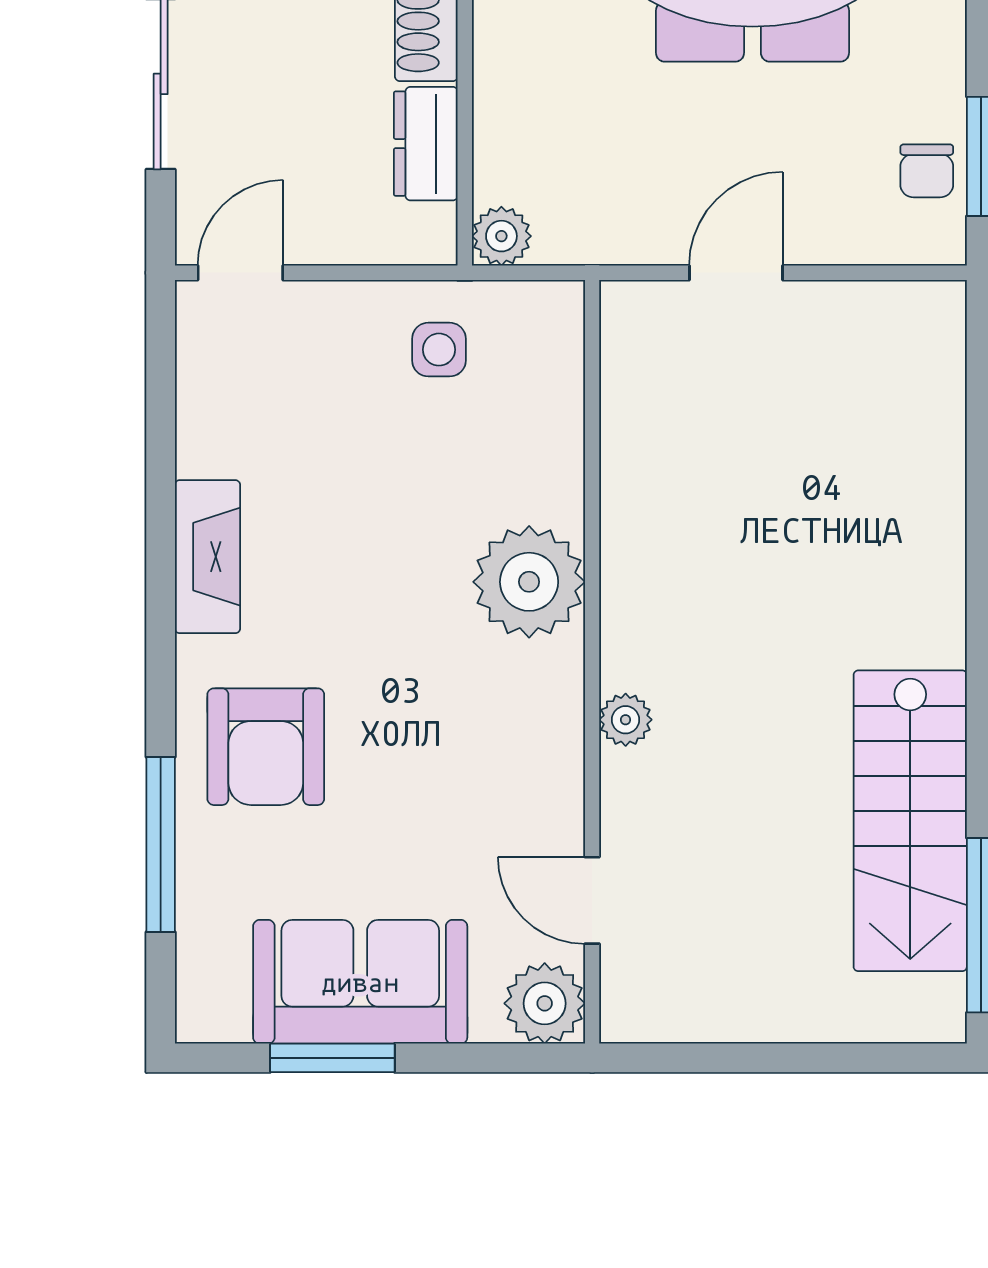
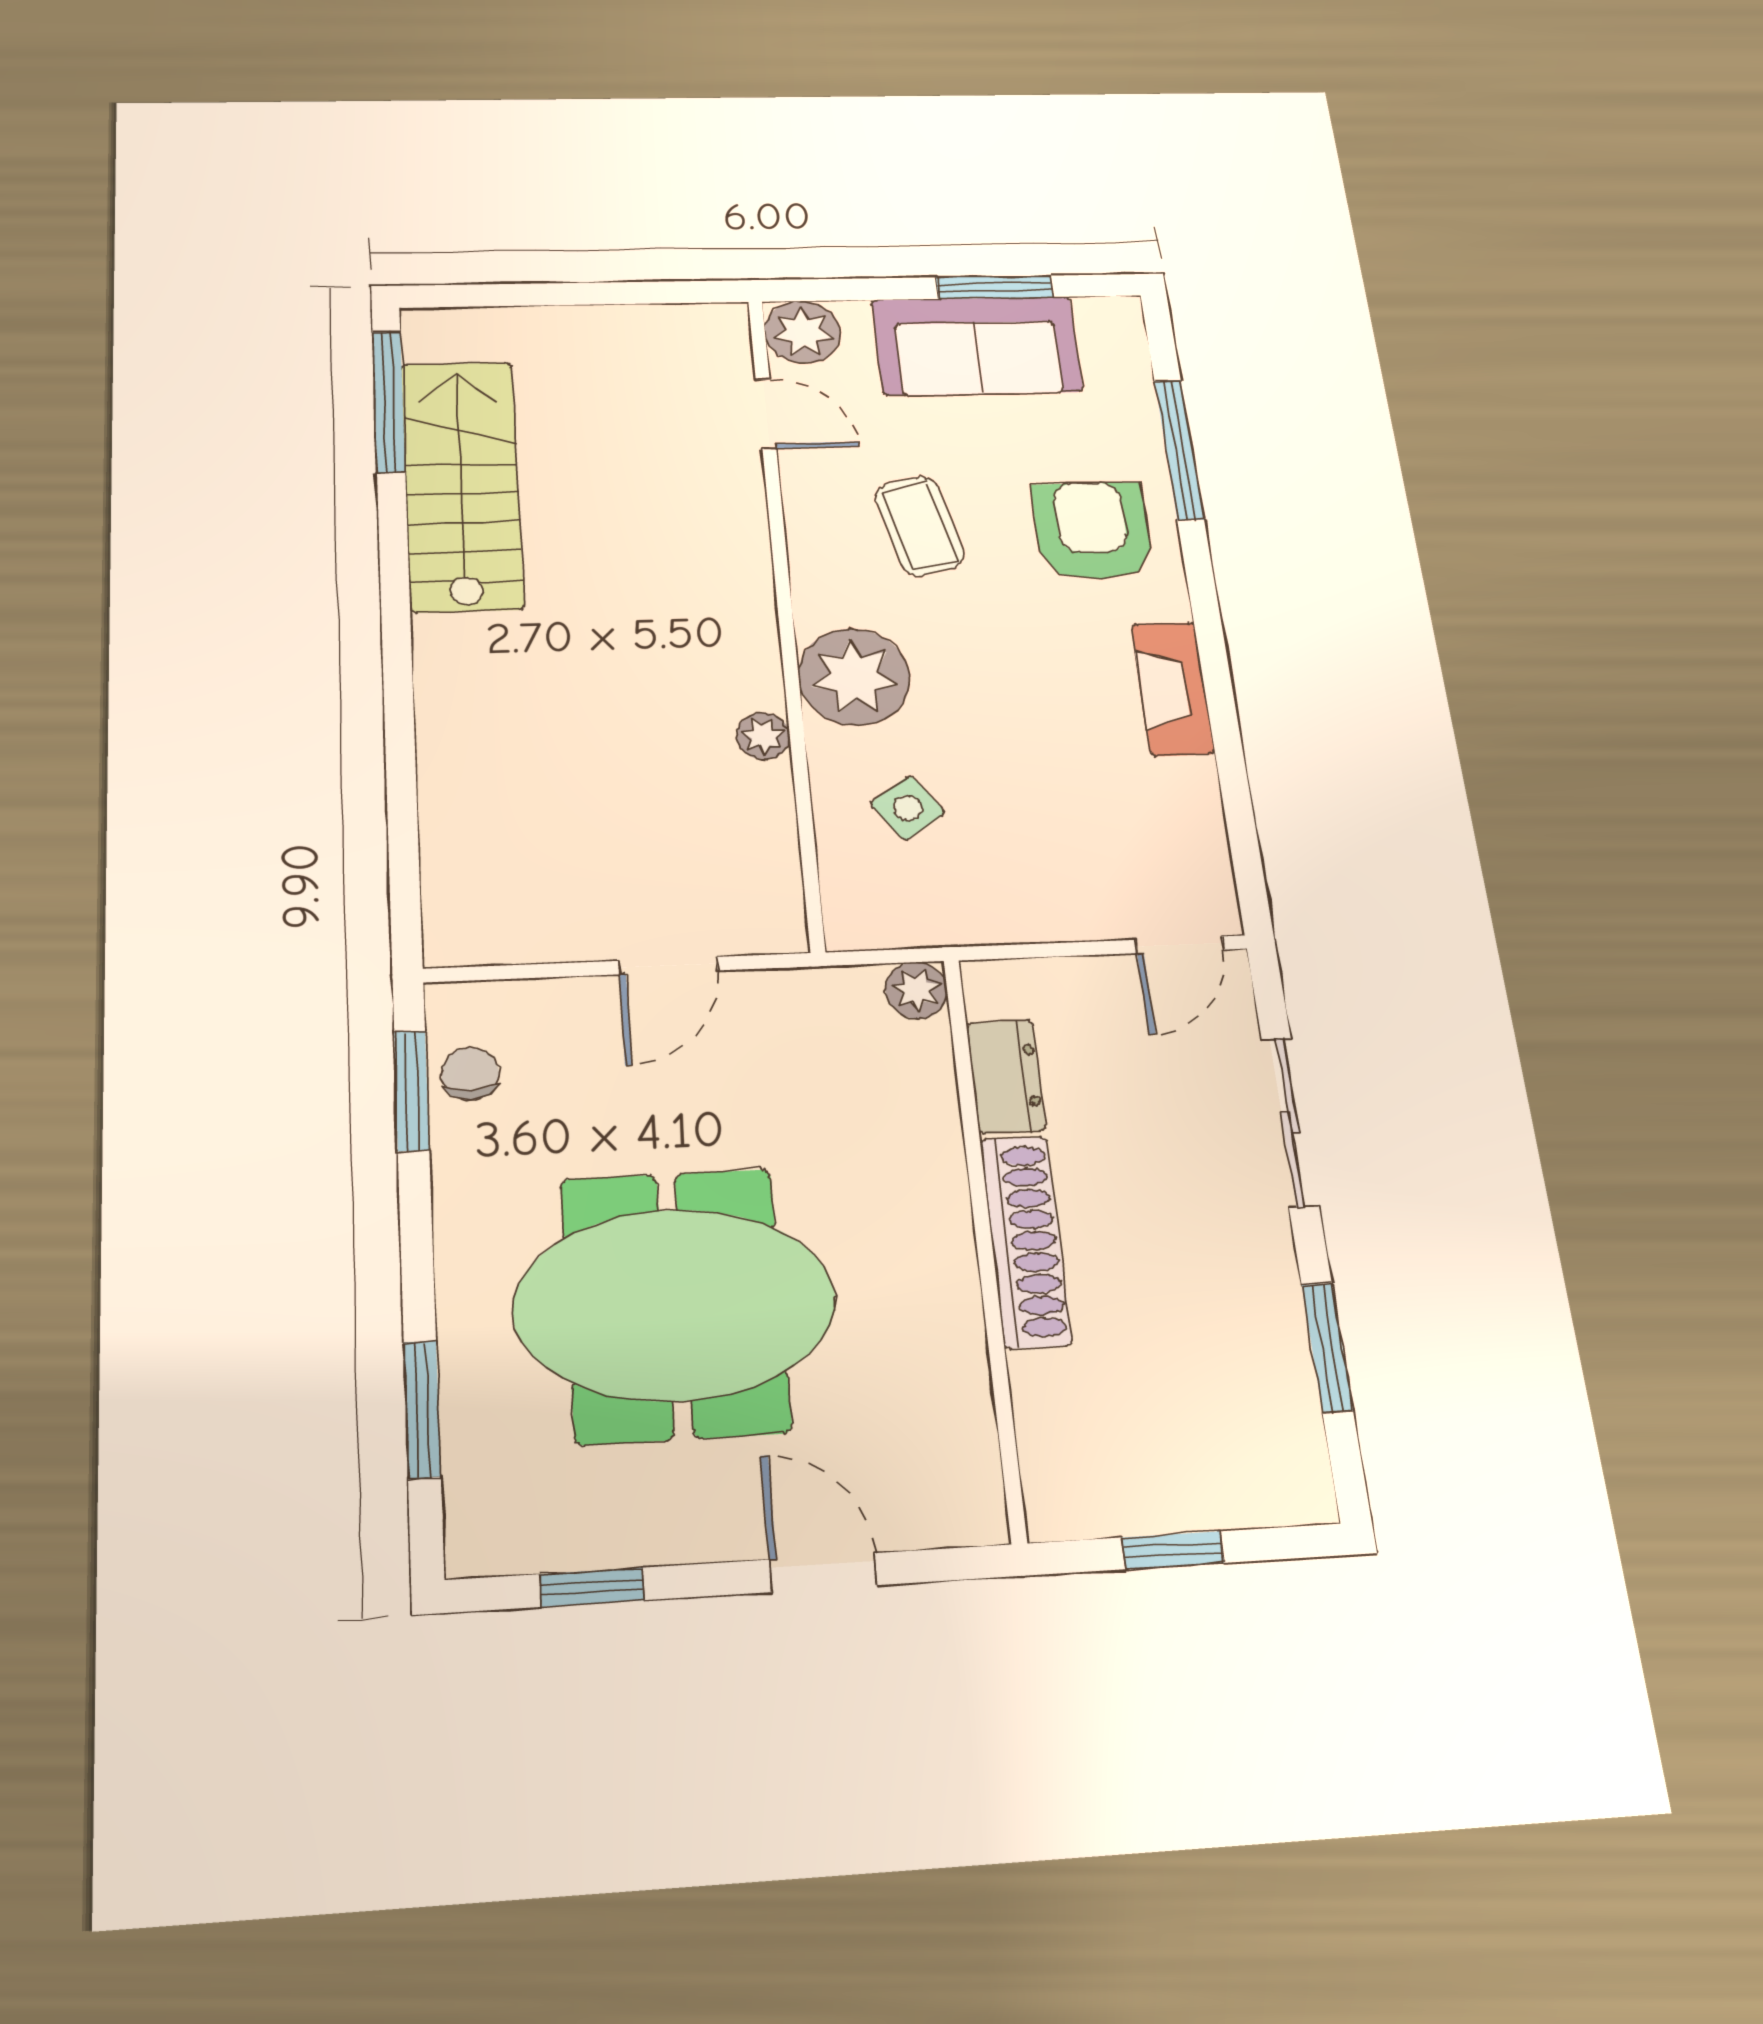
side table: (439, 350) -> (908, 808), moved, turned -35
plant: (626, 720) -> (763, 736), moved
coffee table: (445, 758) -> (920, 526), added

